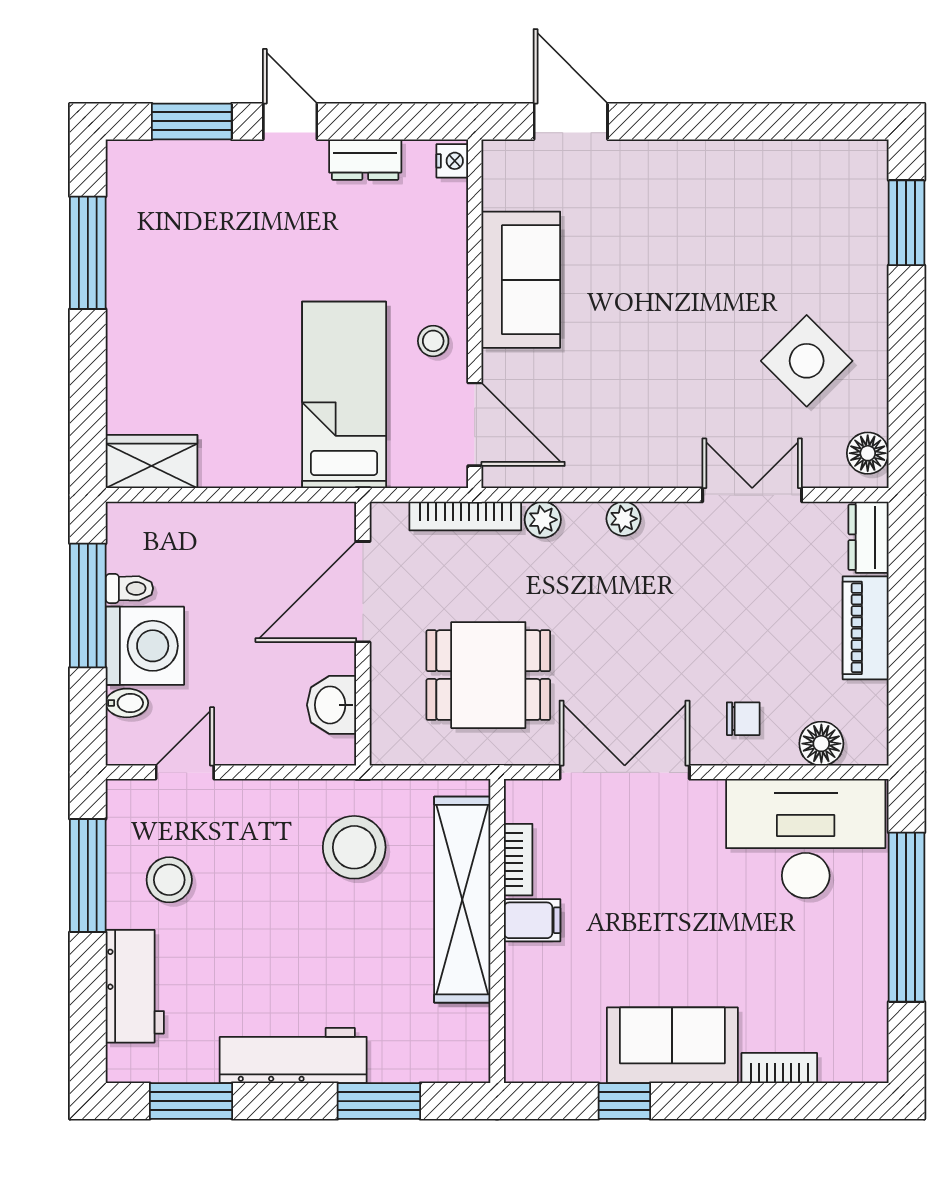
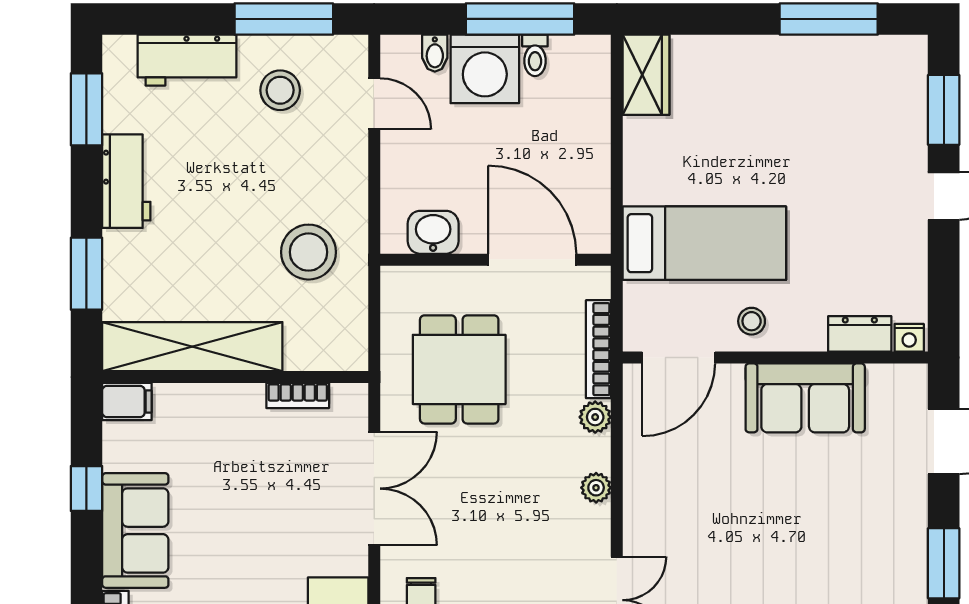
window: (710, 121) -> (944, 563), added
dresser: (365, 160) -> (860, 334), moved, turned 90
shelving: (462, 900) -> (192, 347), moved
filing cabinet: (532, 920) -> (127, 402), moved, turned -90
workbench: (293, 1056) -> (126, 181), width x0.73

